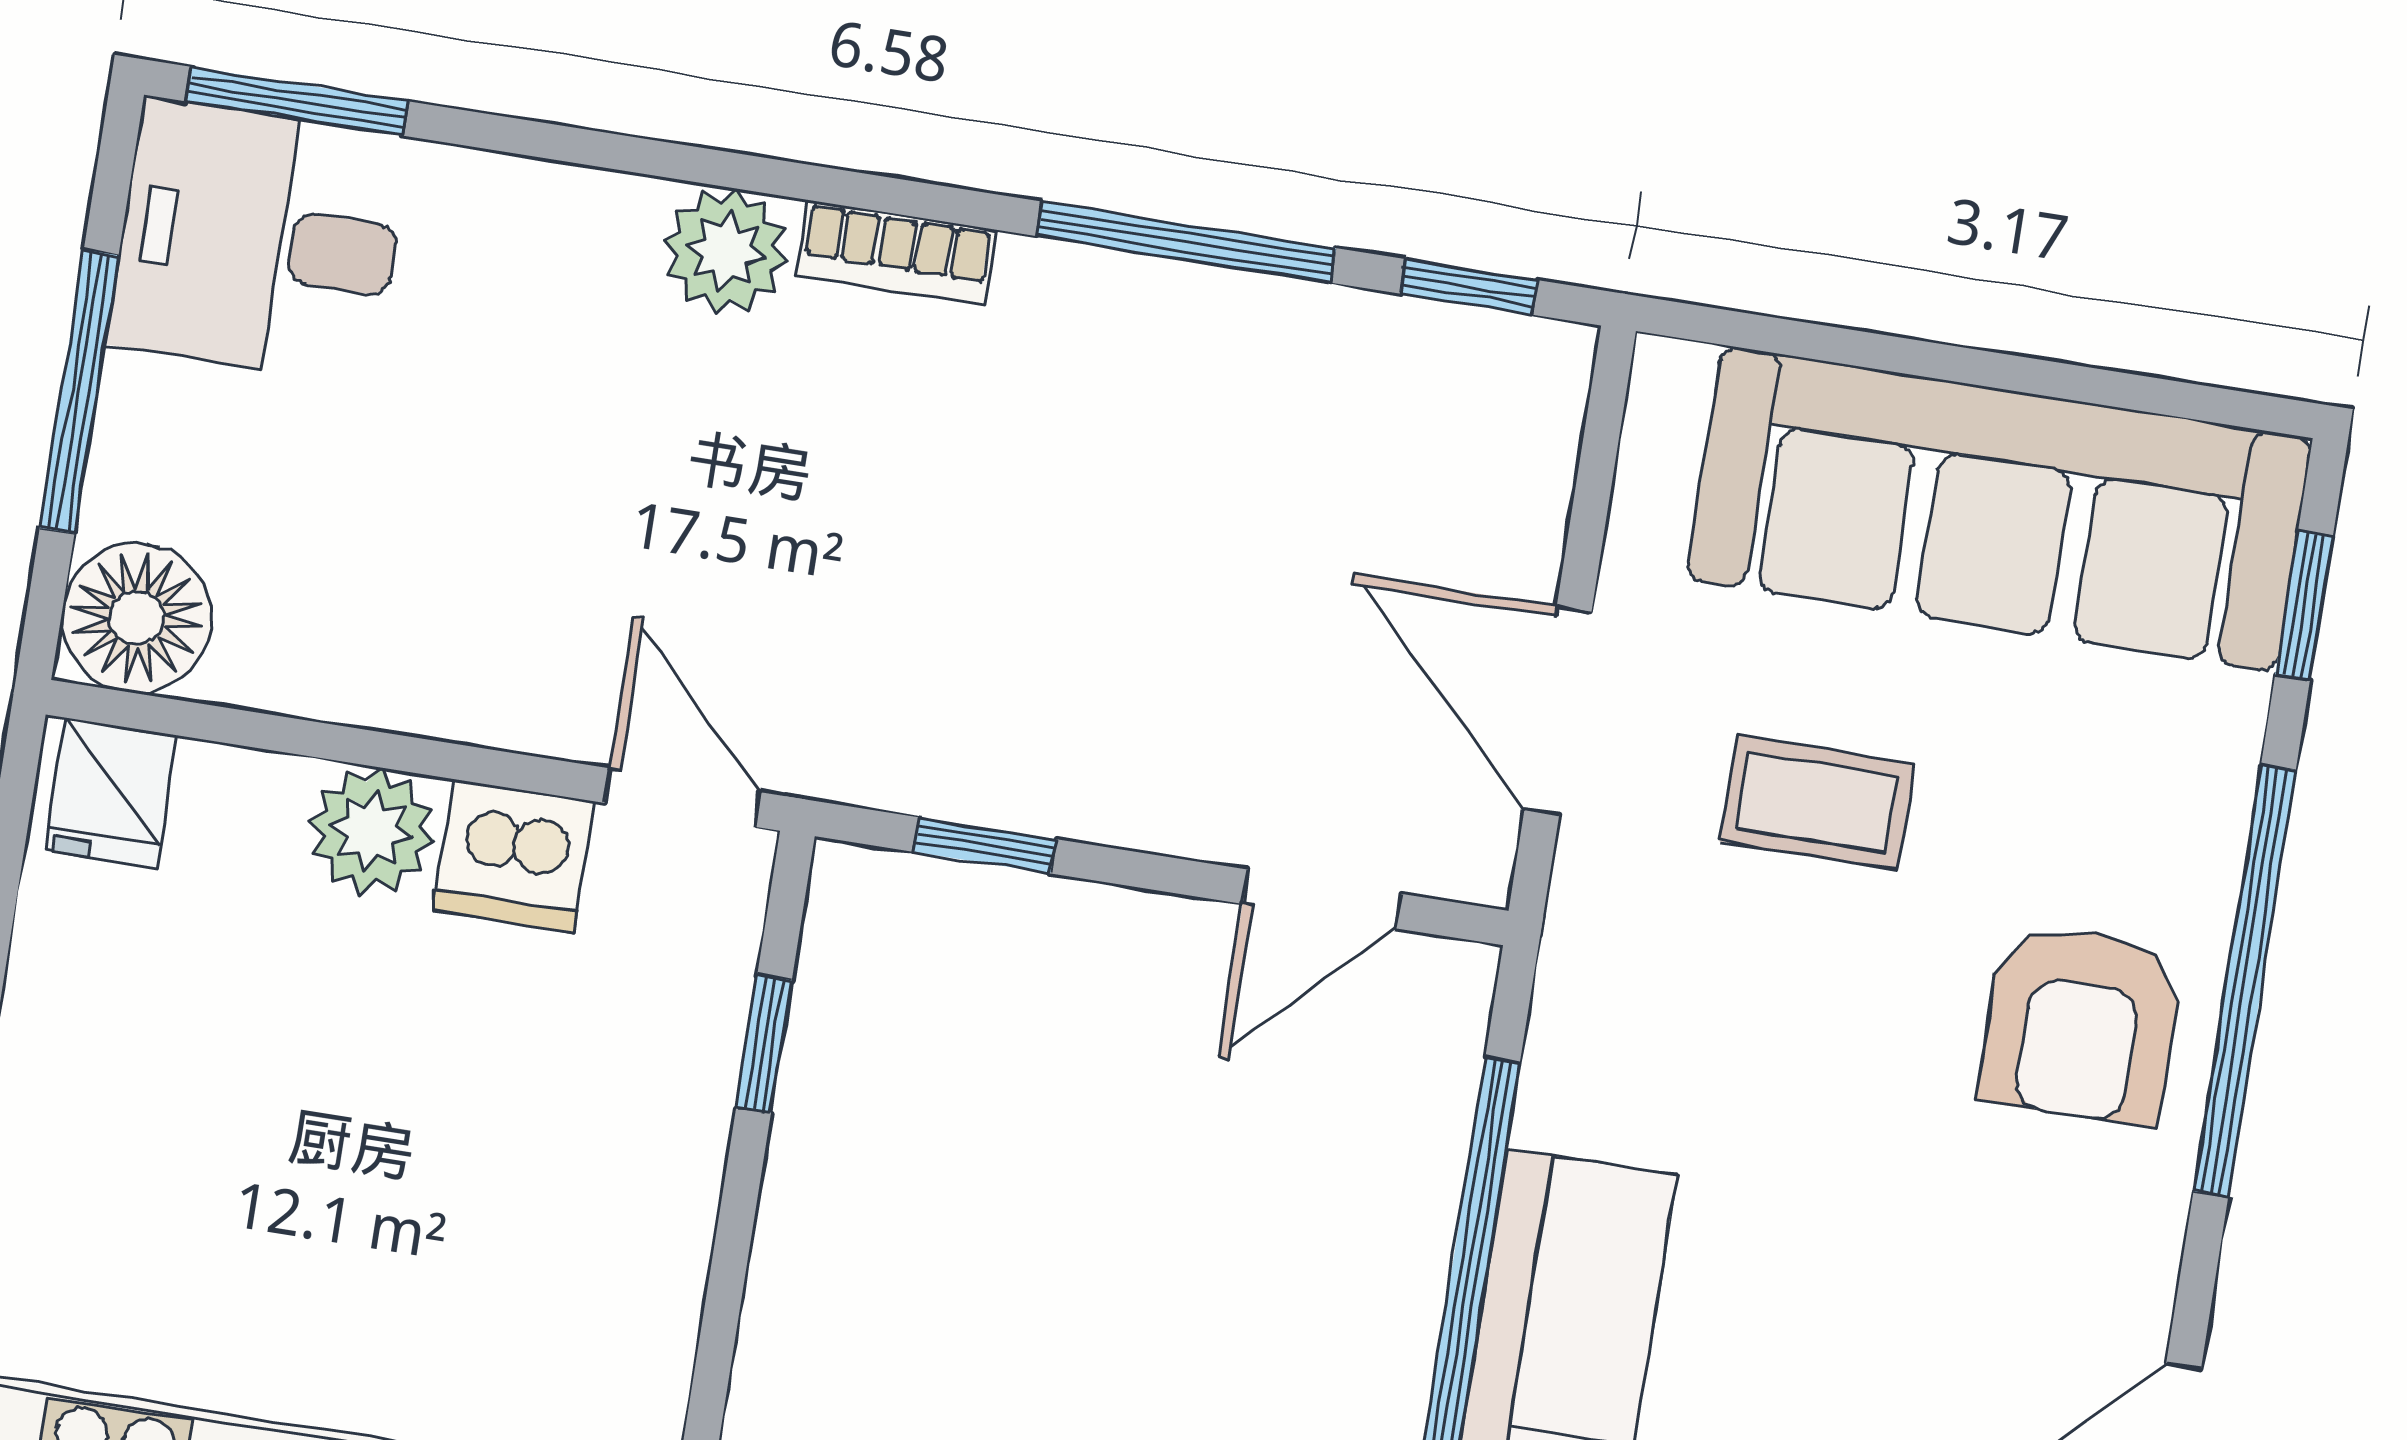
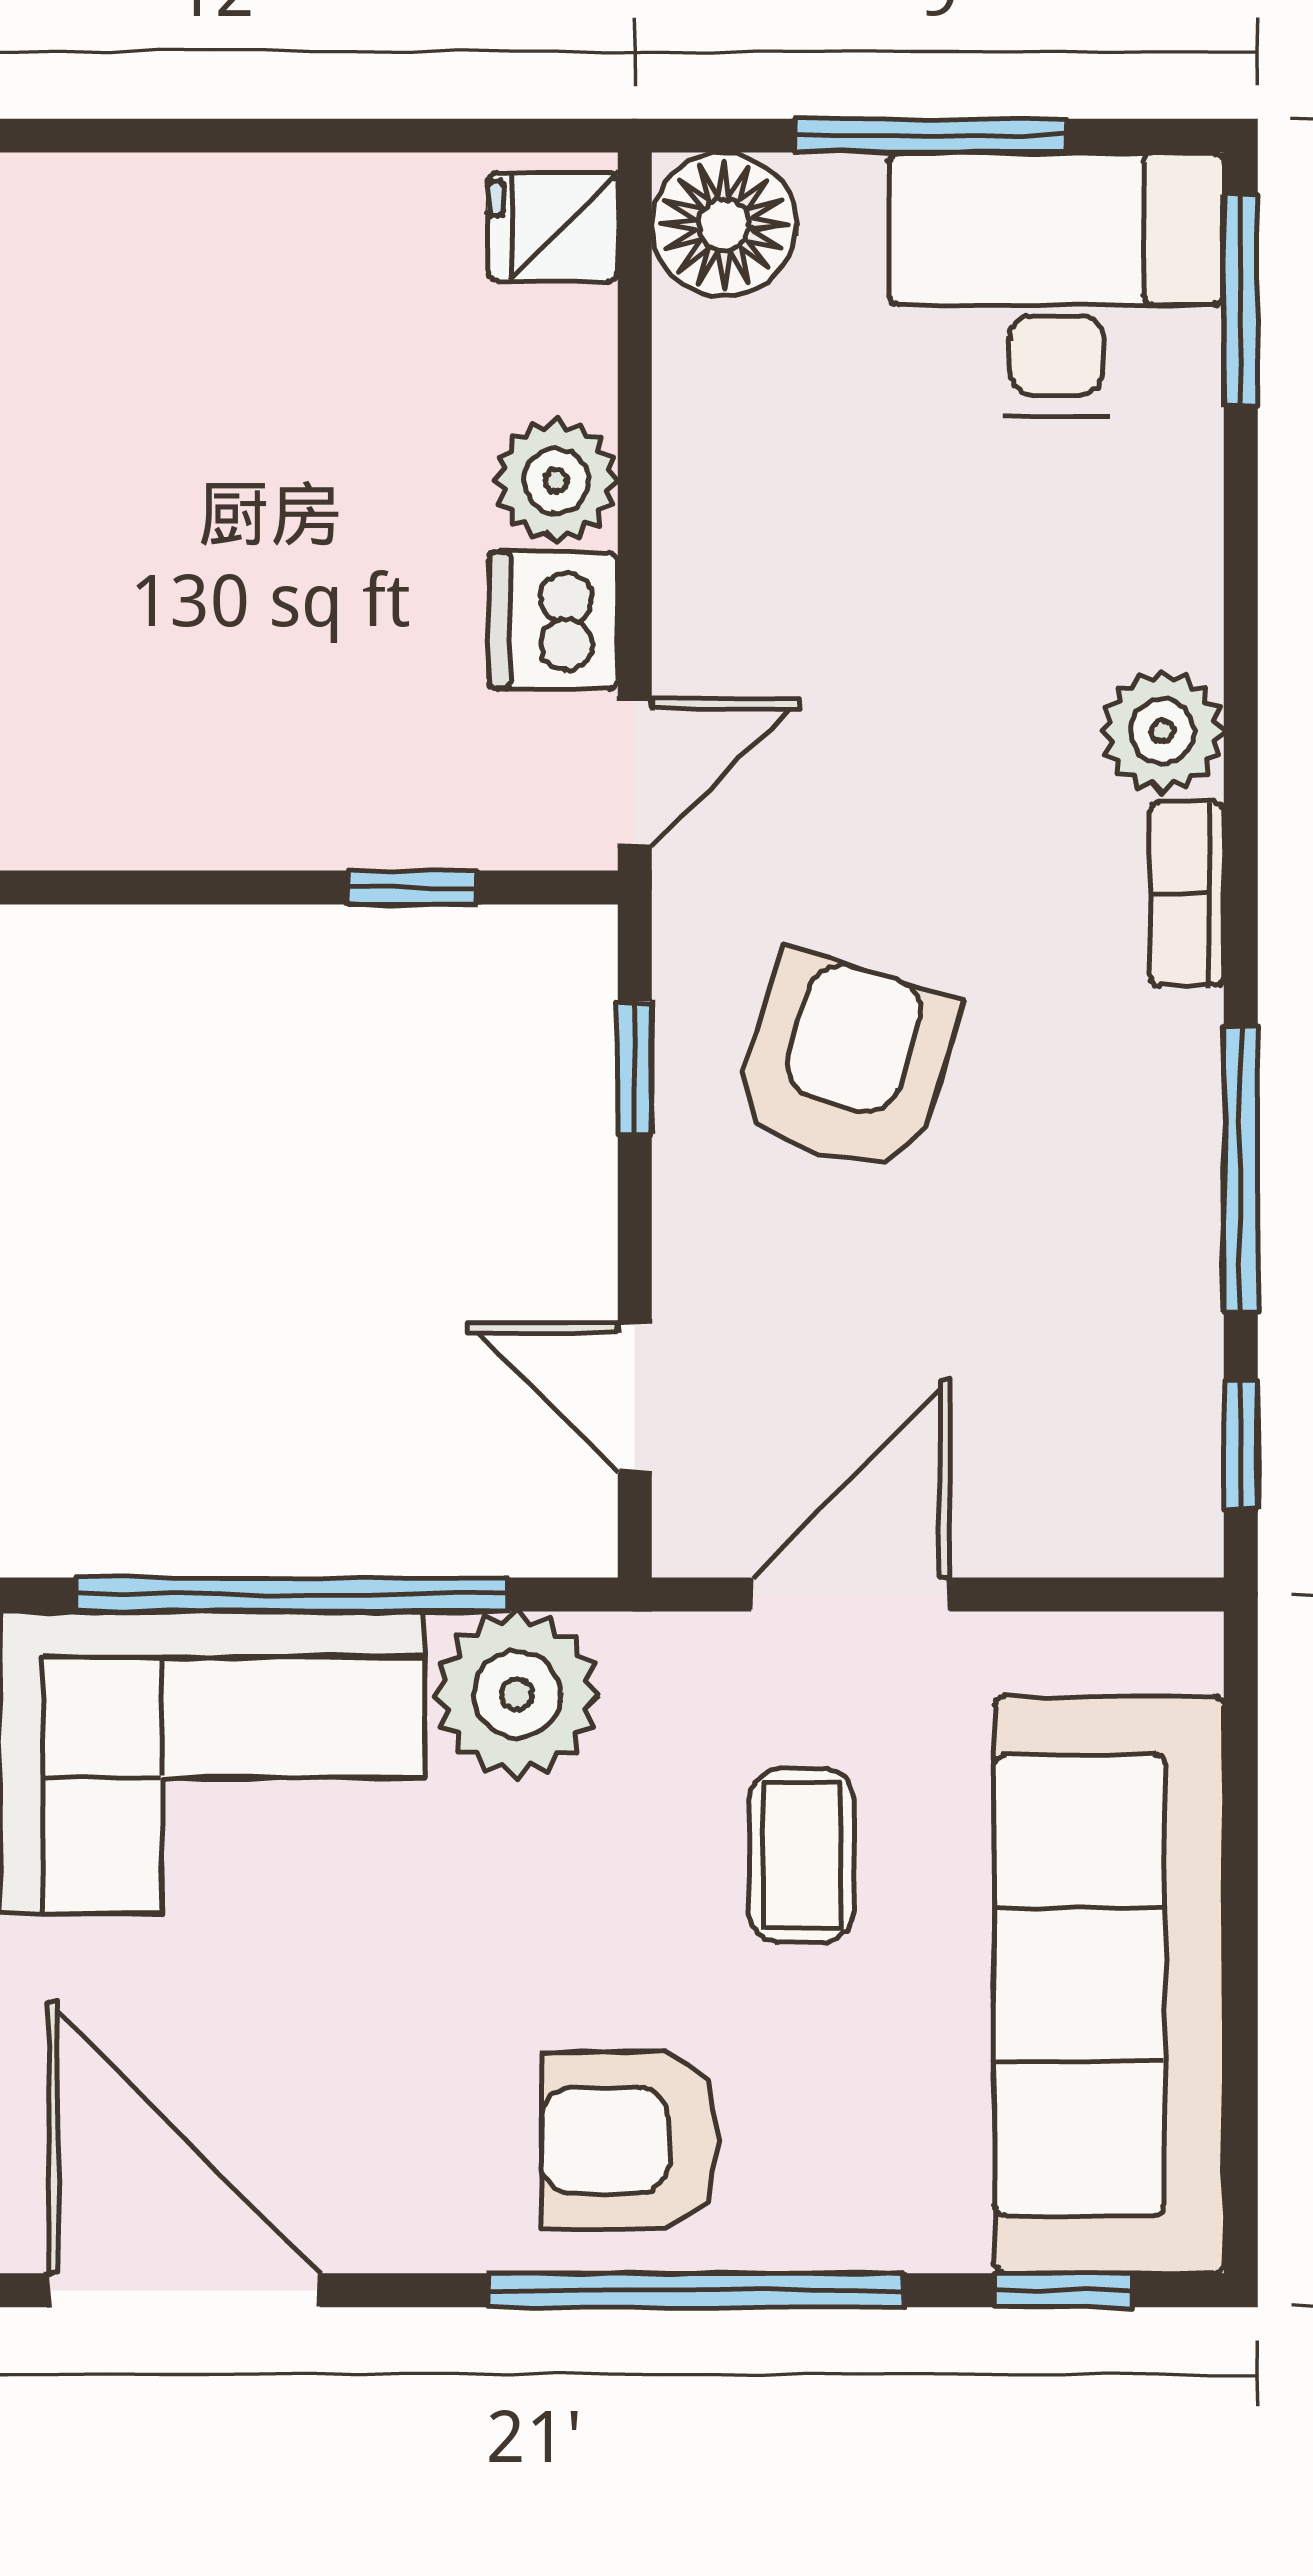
desk: (259, 241) -> (1056, 284), width x1.37
armchair: (1014, 629) -> (846, 1064), added
plant: (1606, 1068) -> (517, 1695), added

